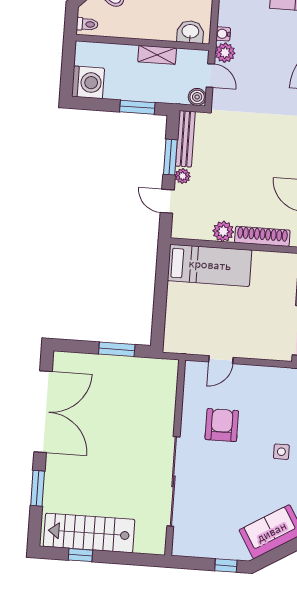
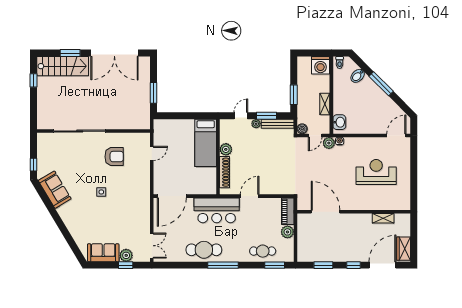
washing machine: (88, 82) -> (320, 65), moved
door: (221, 360) -> (152, 153), swing flipped
stairs: (89, 533) -> (63, 66), moved, turned 90

